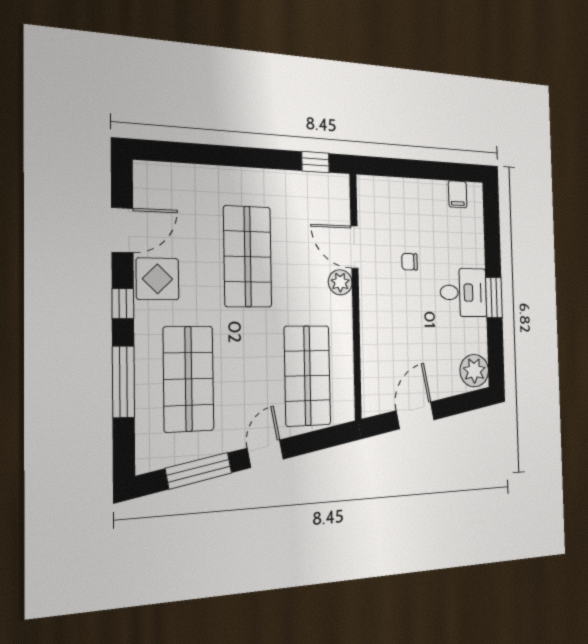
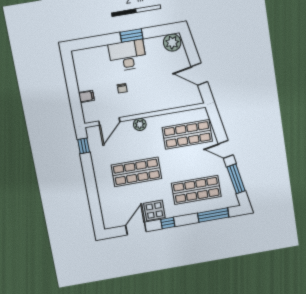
filing cabinet: (458, 194) -> (86, 96), moved
door: (122, 230) -> (136, 229), hinge flipped
door: (354, 247) -> (109, 121), moved
desk: (463, 293) -> (127, 55), width x1.37
window: (123, 382) -> (213, 215), moved

